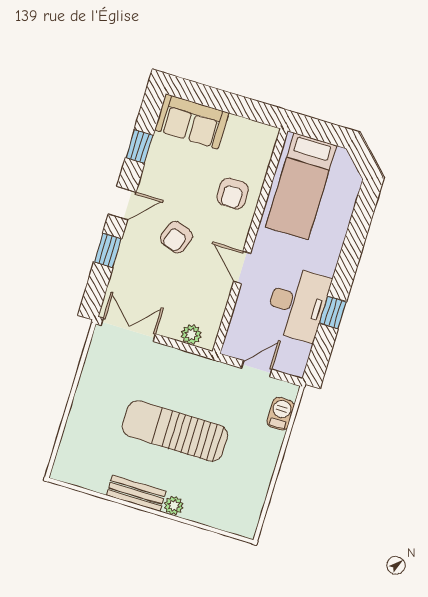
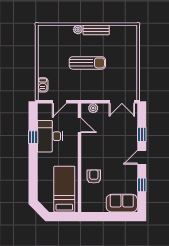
armchair: (176, 237) -> (113, 149), removed
door: (242, 267) -> (80, 125), moved
sun lounger: (175, 431) -> (87, 63), width x0.73, depth x0.75

